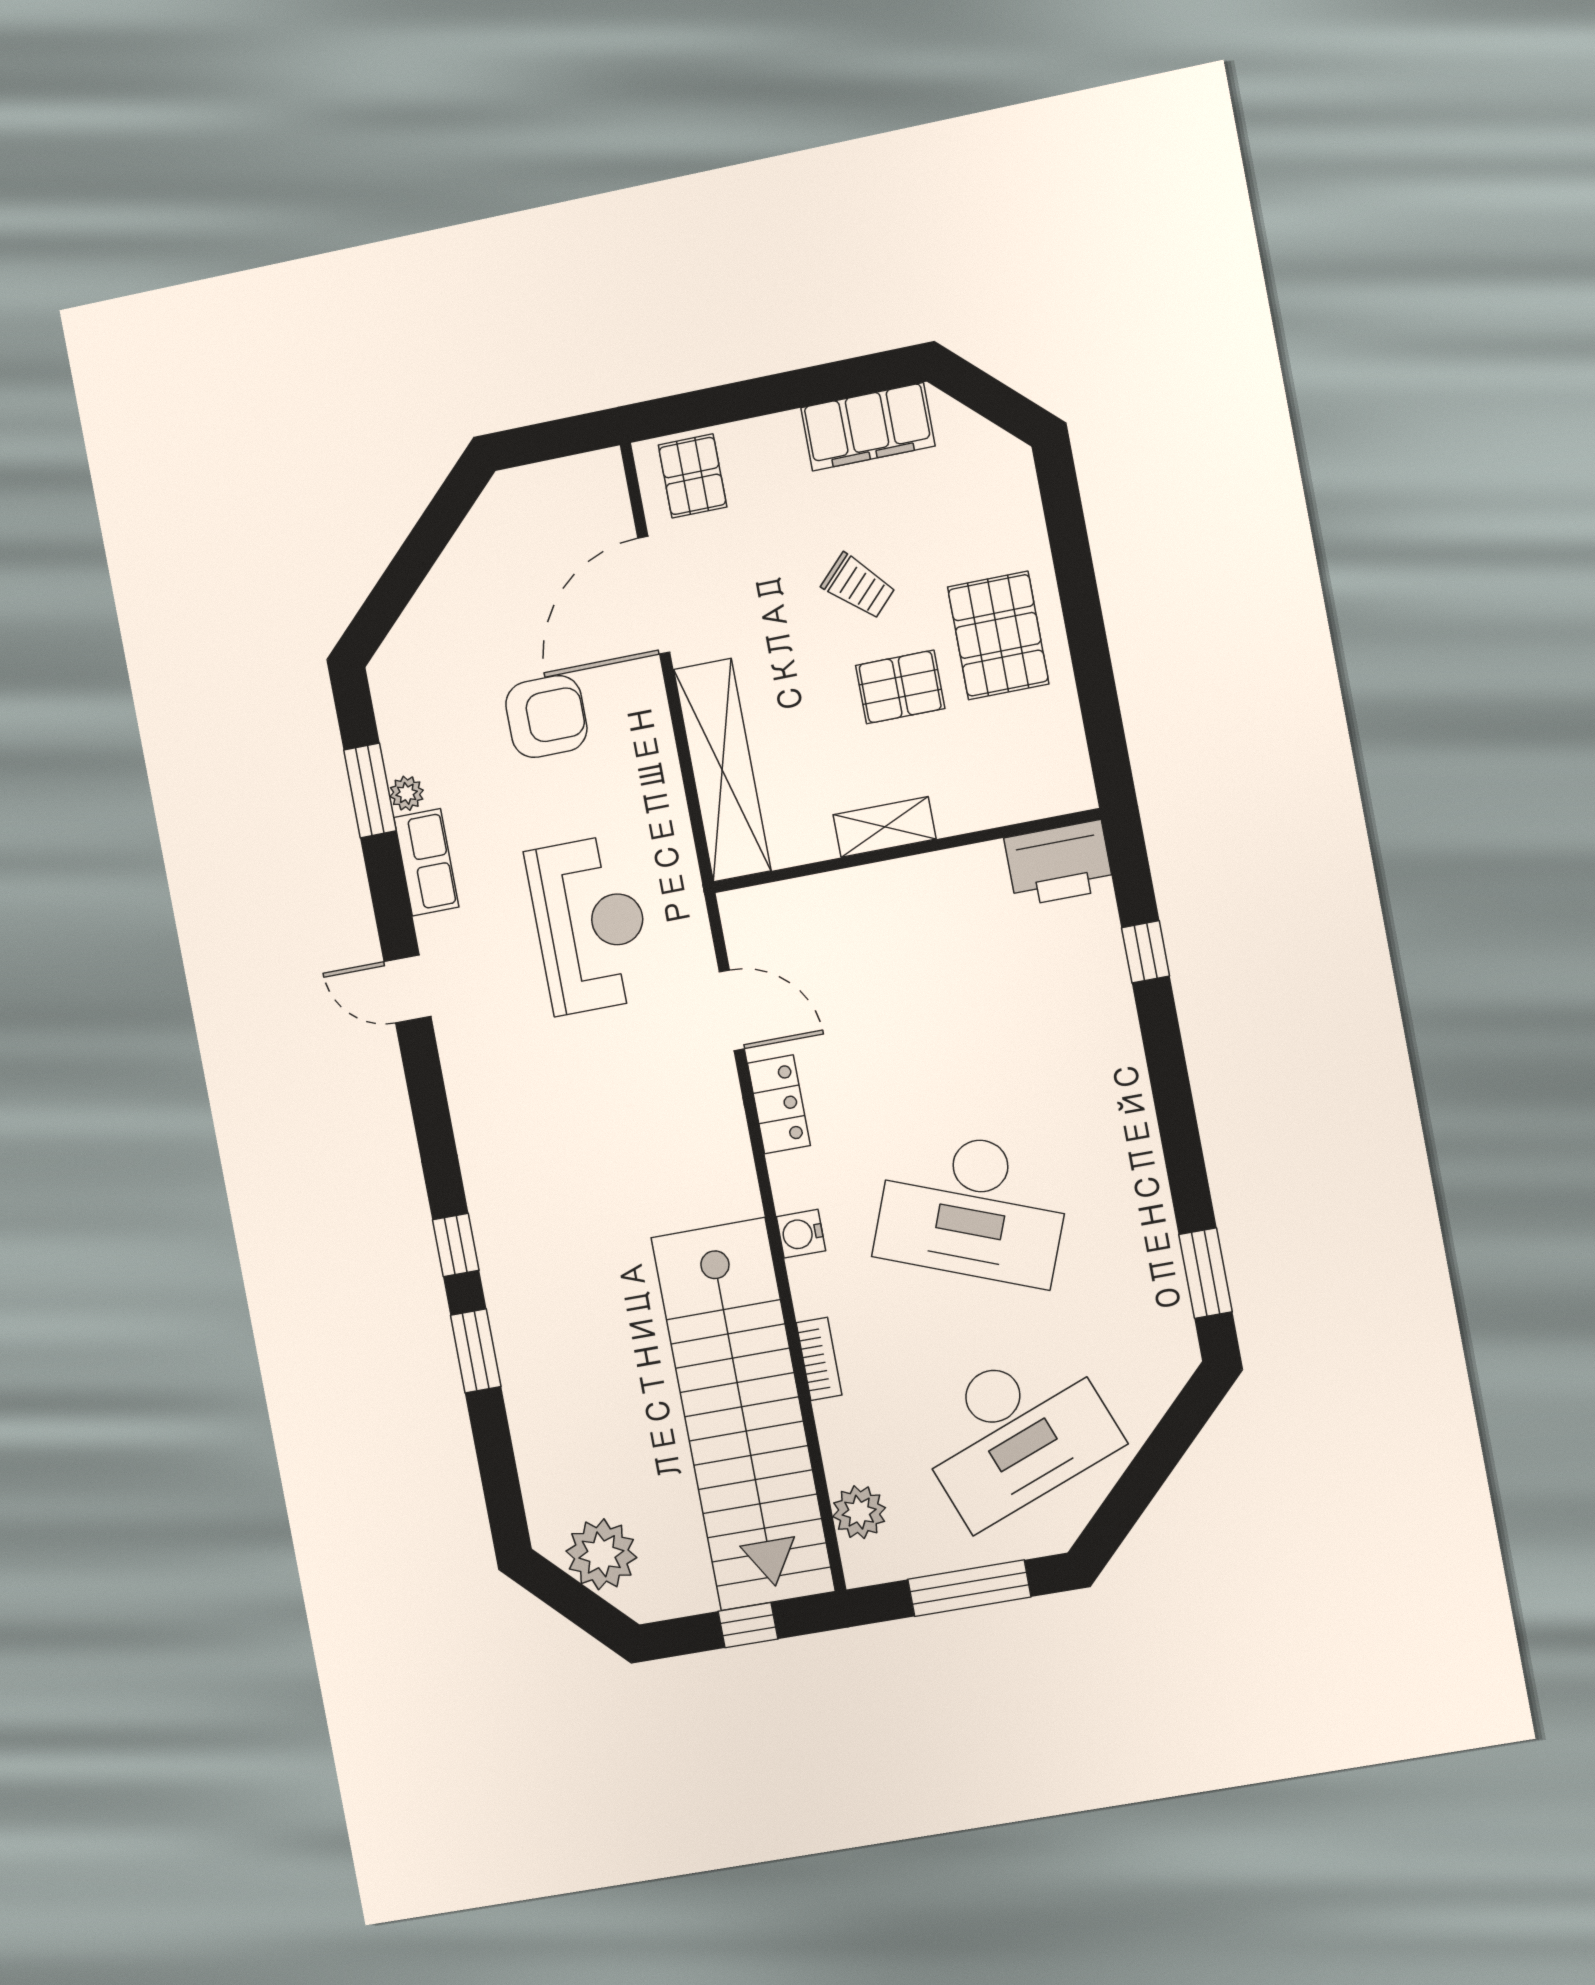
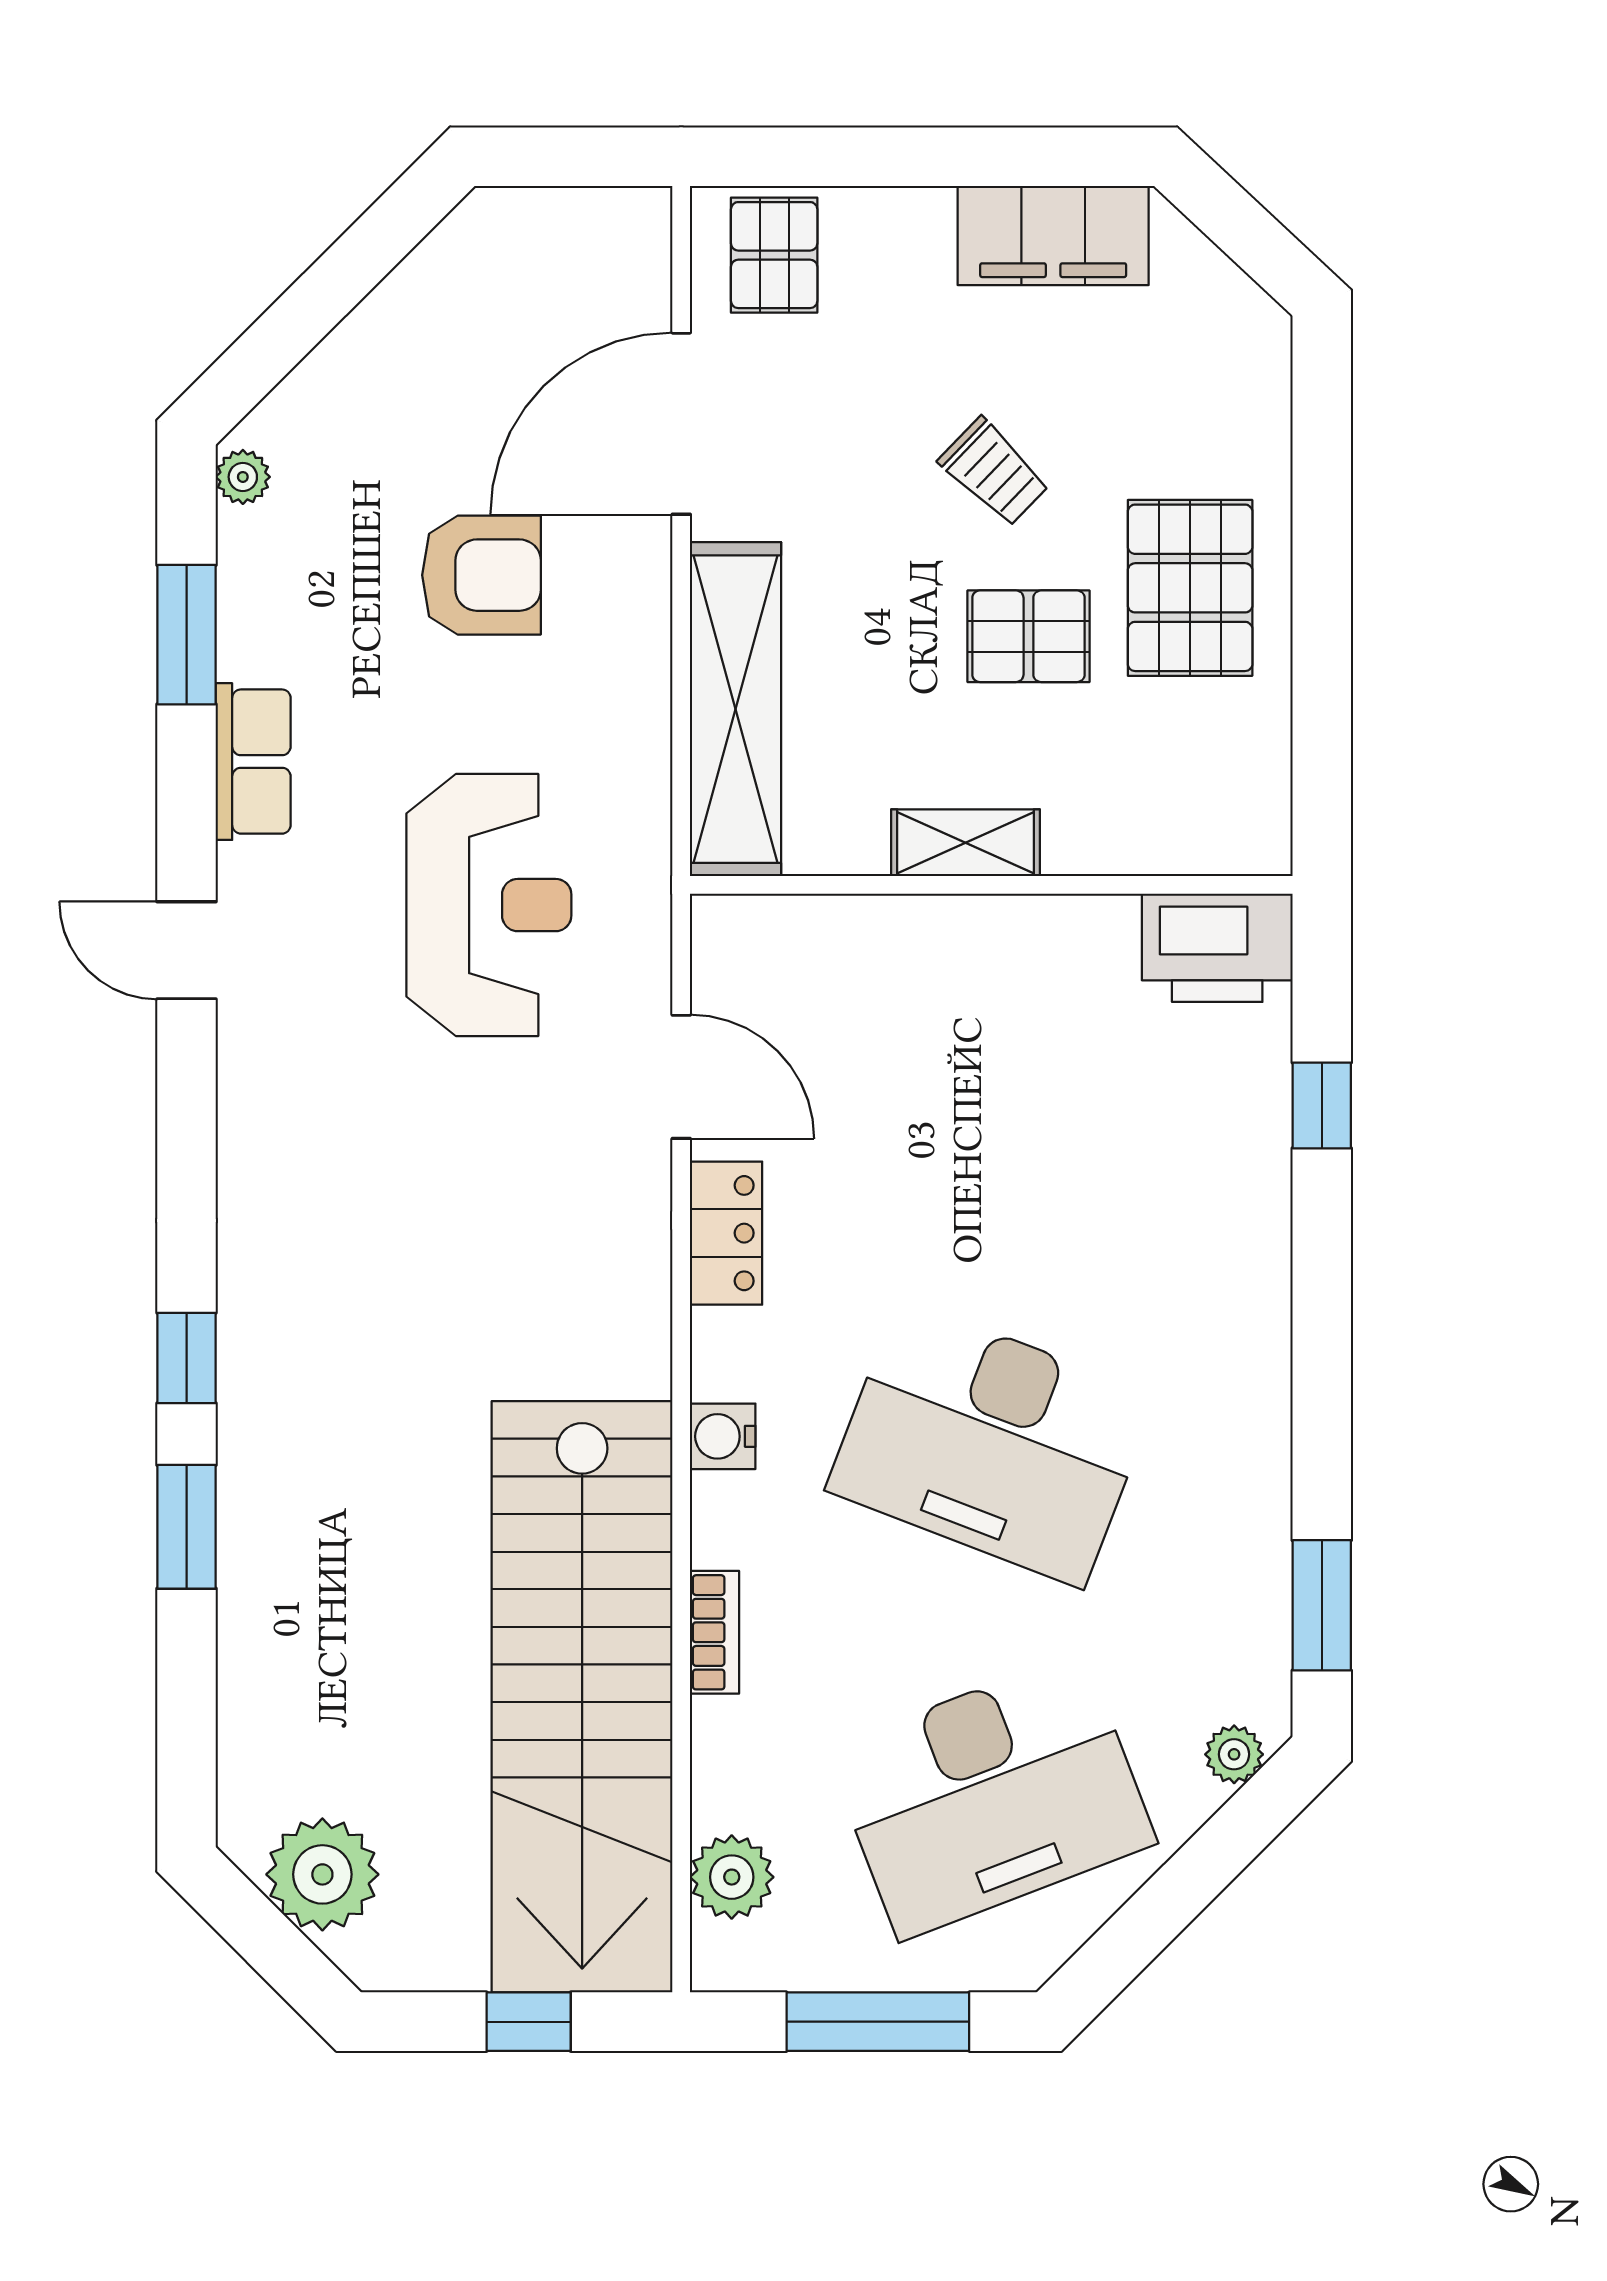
plant: (407, 793) -> (243, 477), moved
plant: (1166, 1379) -> (1234, 1754), added

